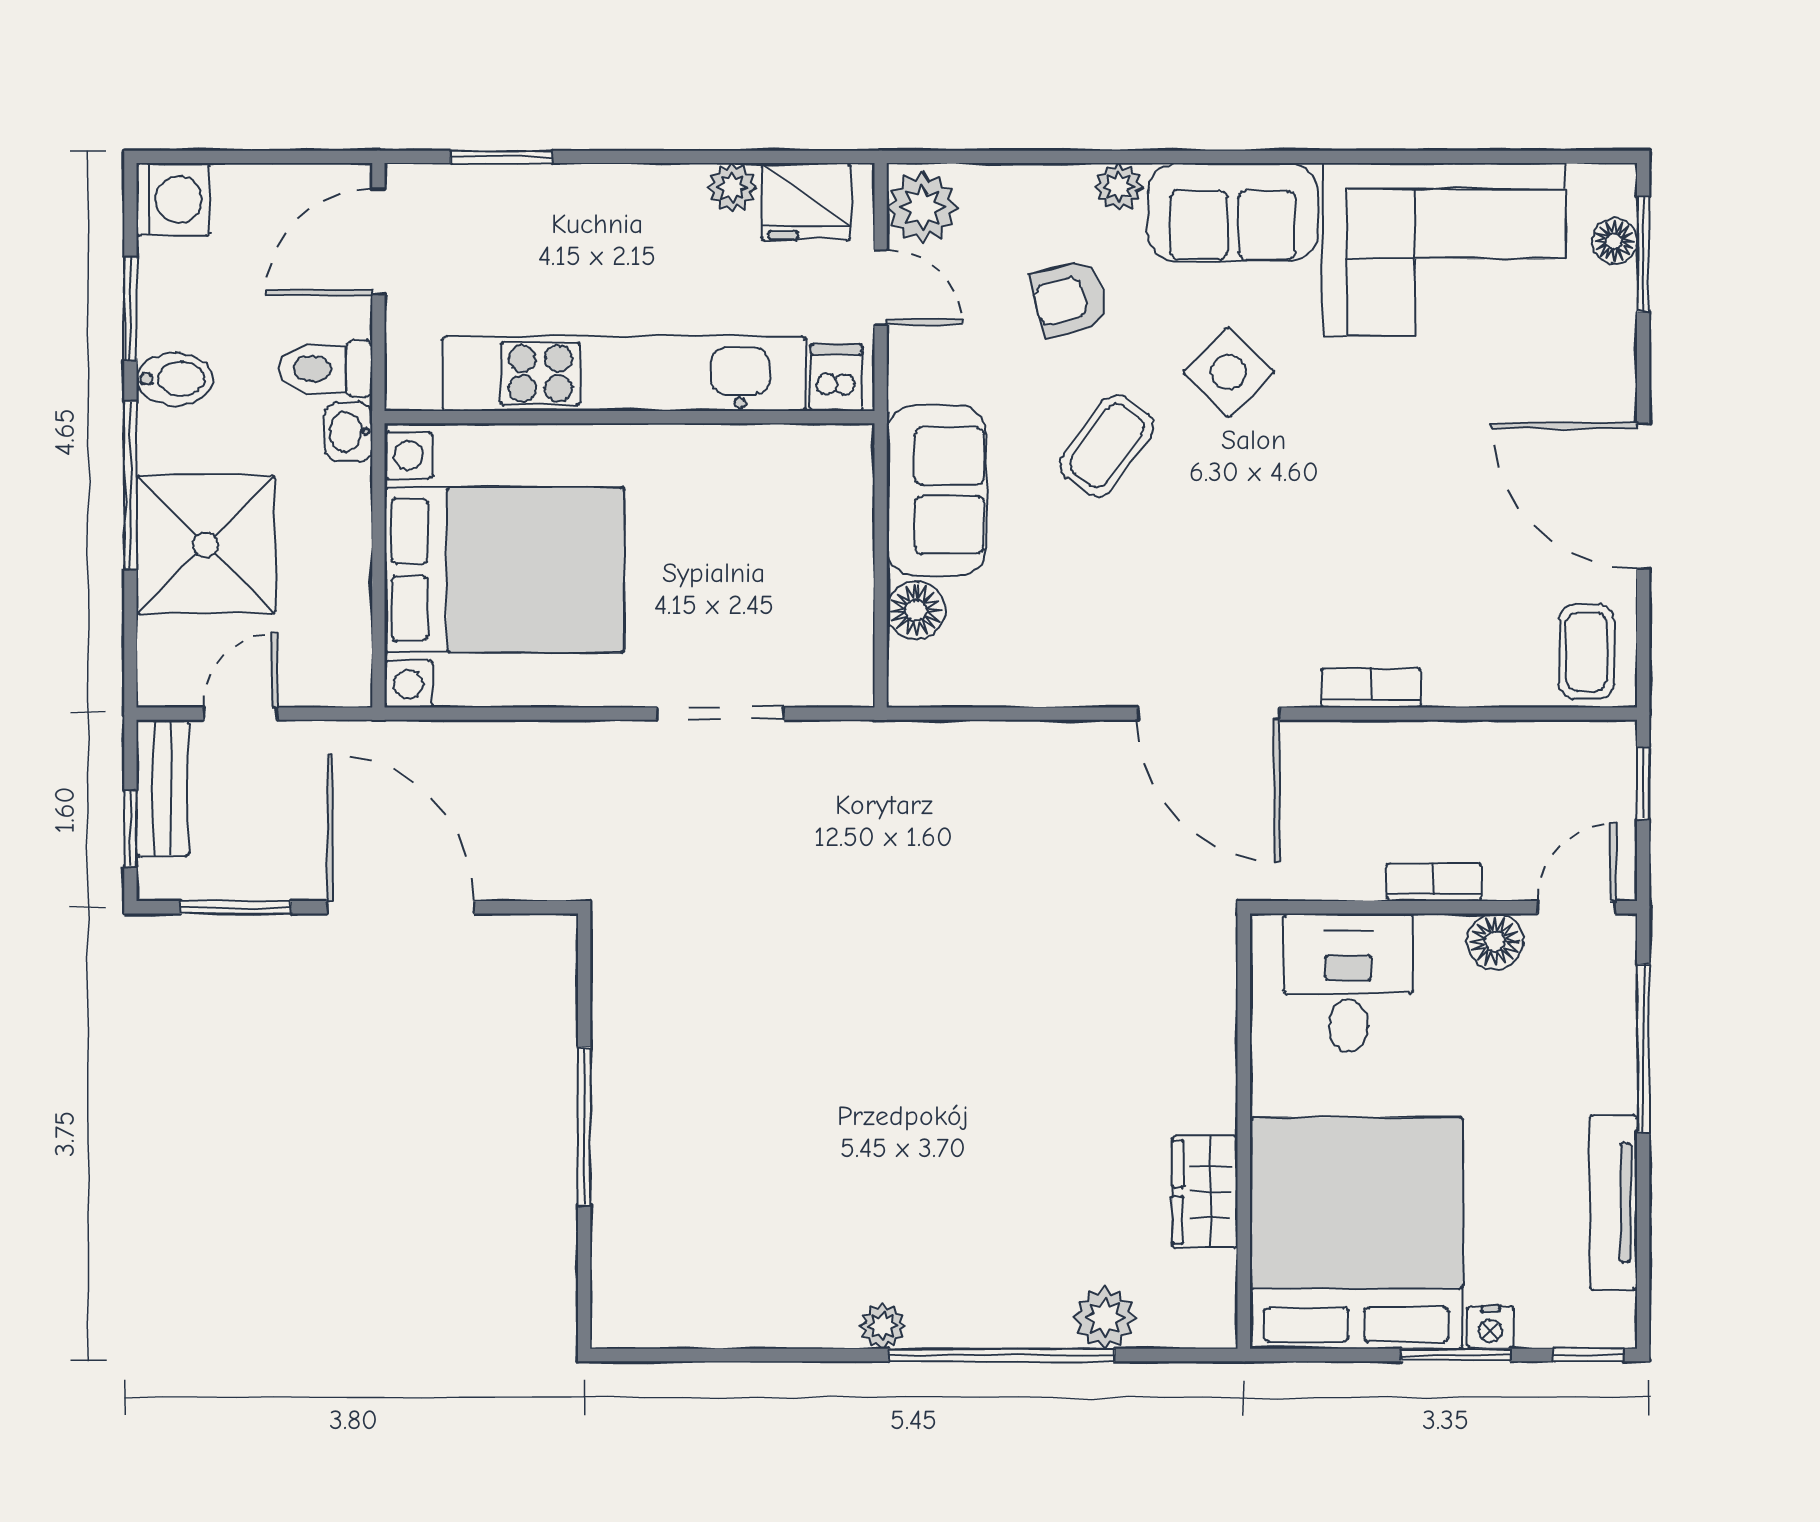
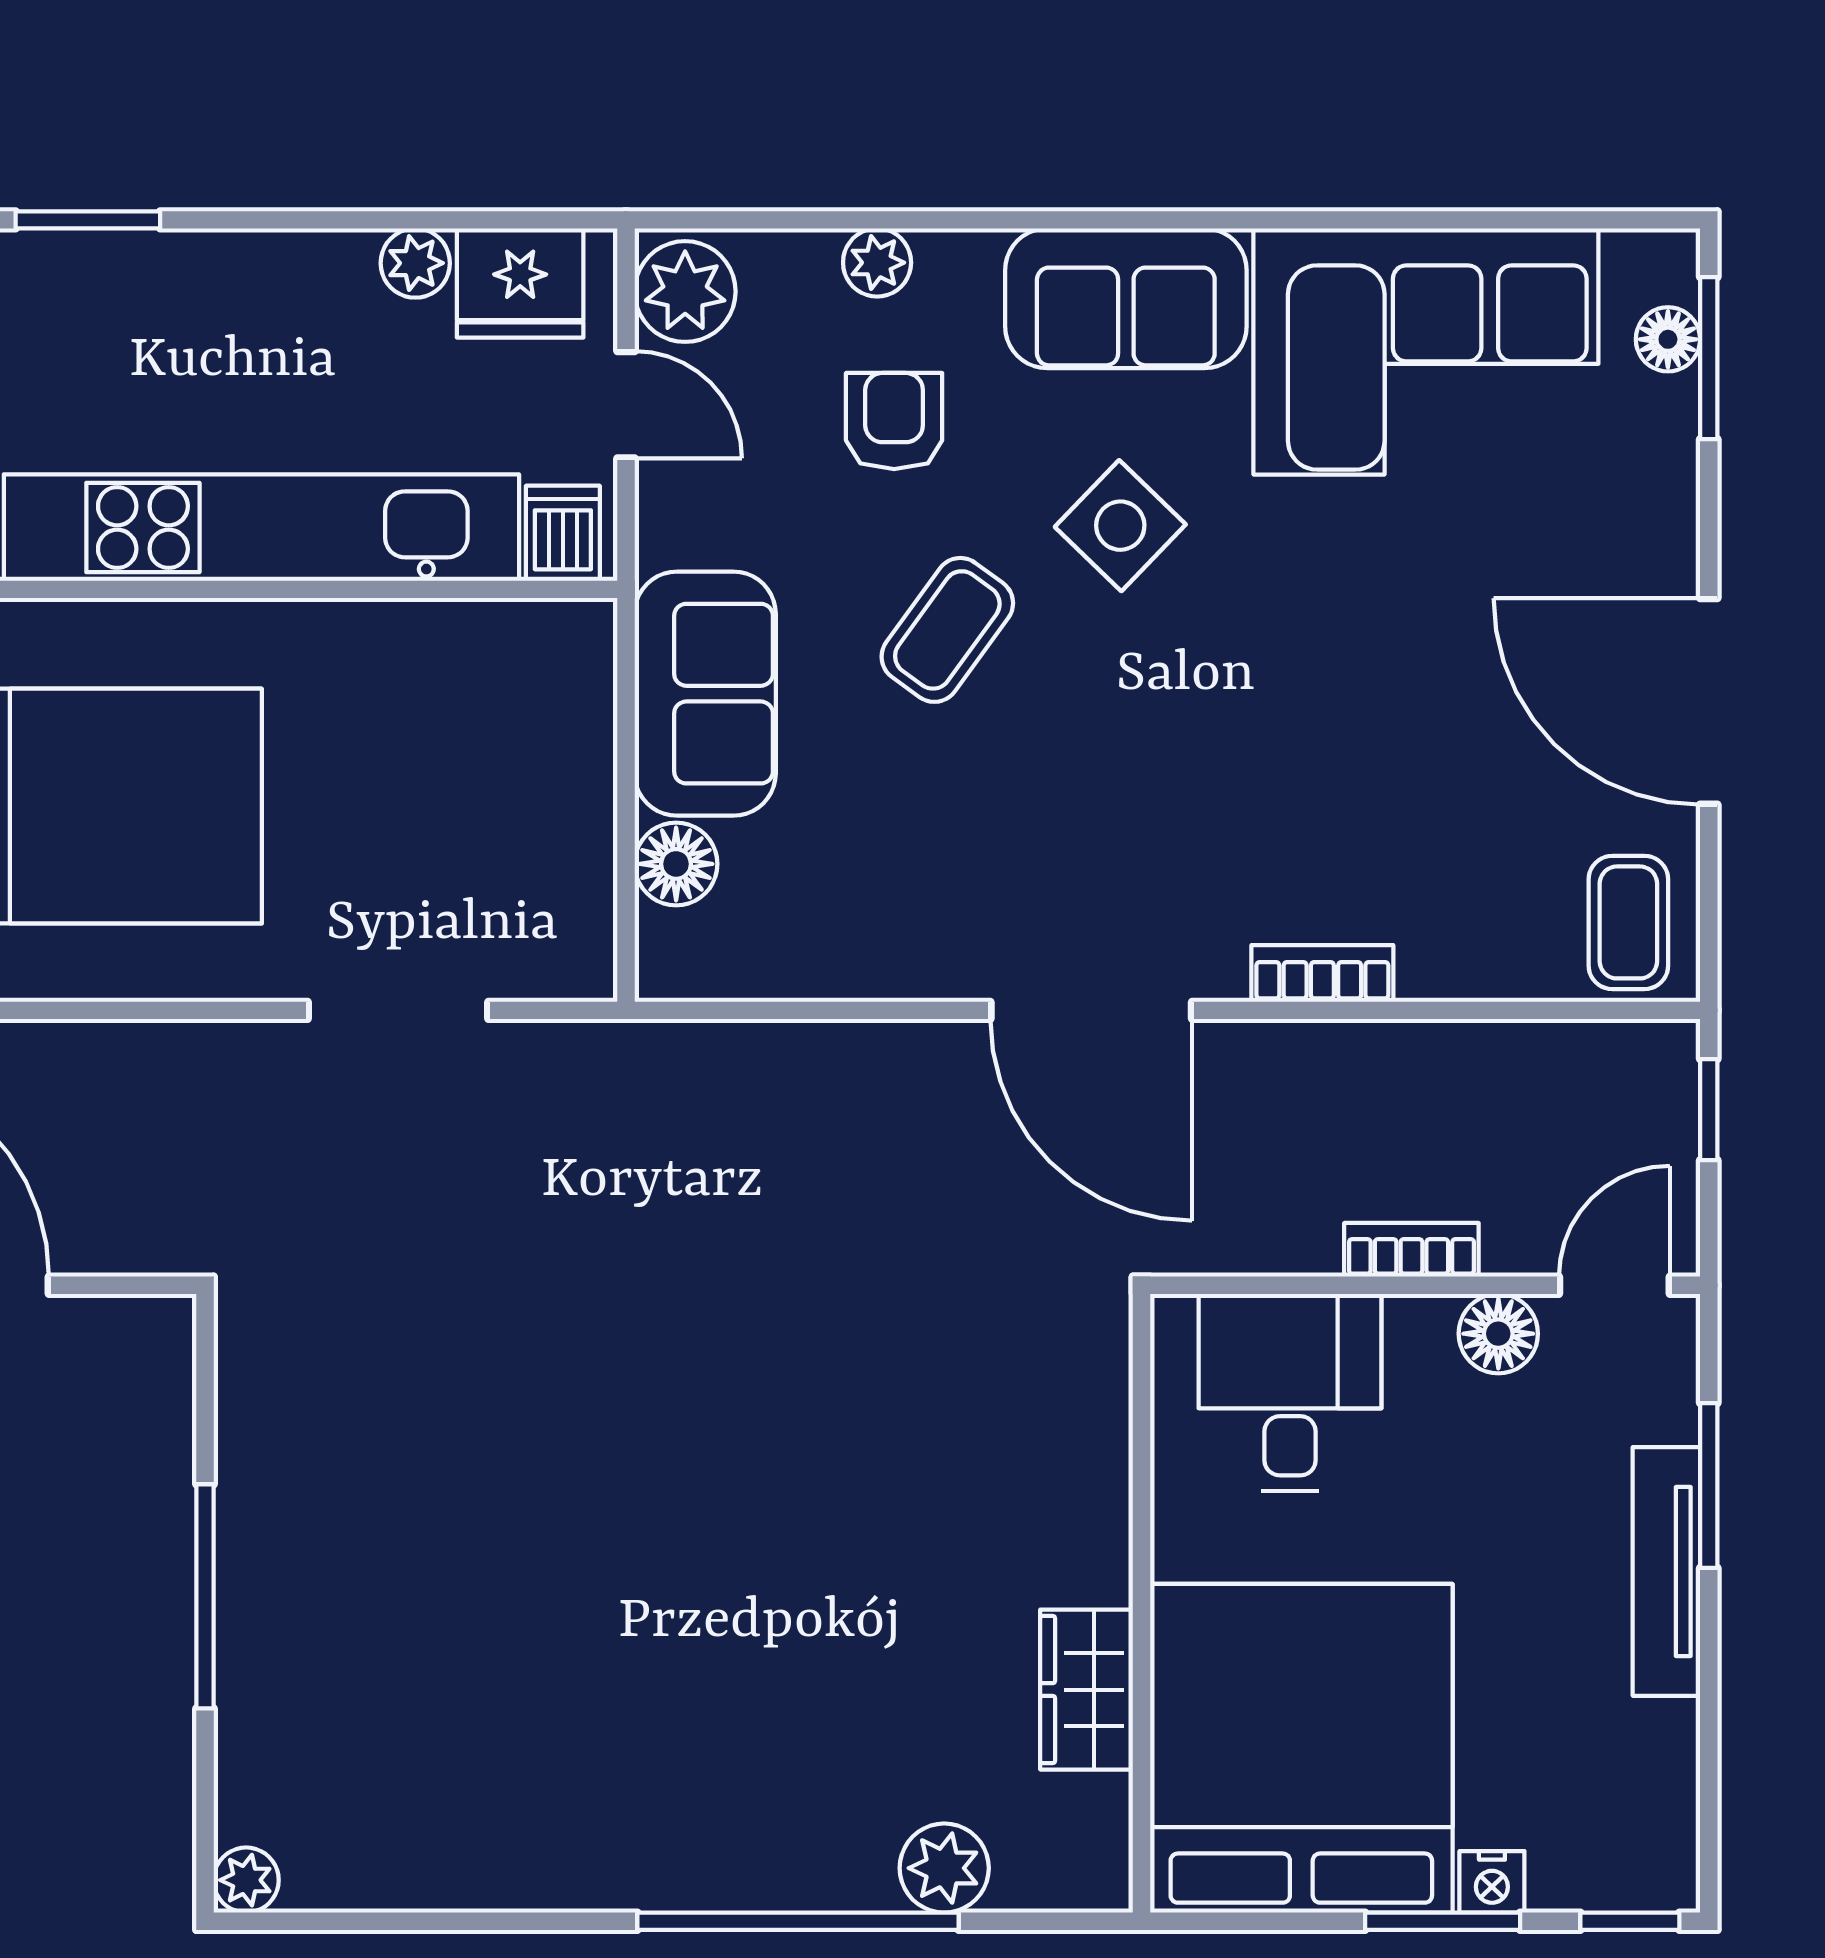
plant: (1119, 187) -> (877, 263), moved
armchair: (1069, 299) -> (894, 421), turned 105
window: (1643, 1048) -> (1709, 1485), width x0.69
tv unit: (1613, 1203) -> (1666, 1571), moved
plant: (883, 1326) -> (246, 1880), moved

